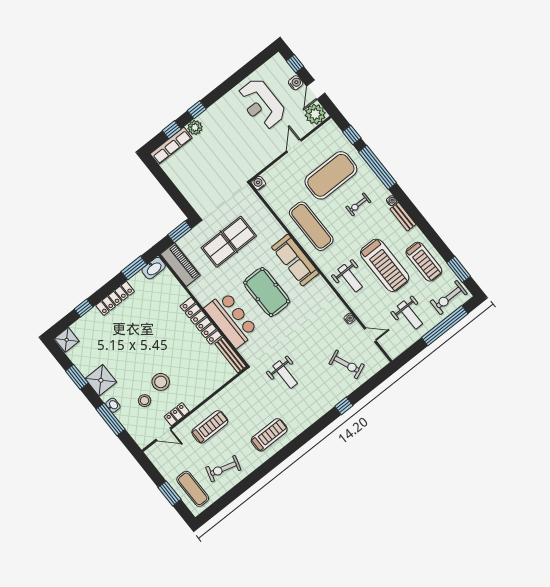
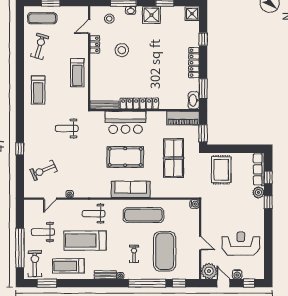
rug: (202, 184) -> (221, 170), added
stool: (145, 401) -> (109, 19), moved
treadmill: (210, 427) -> (77, 73), moved

